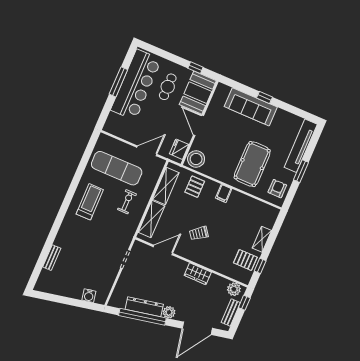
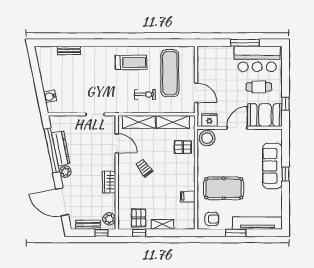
bar counter: (136, 85) -> (257, 59), width x0.73
filing cabinet: (224, 193) -> (188, 196), moved

